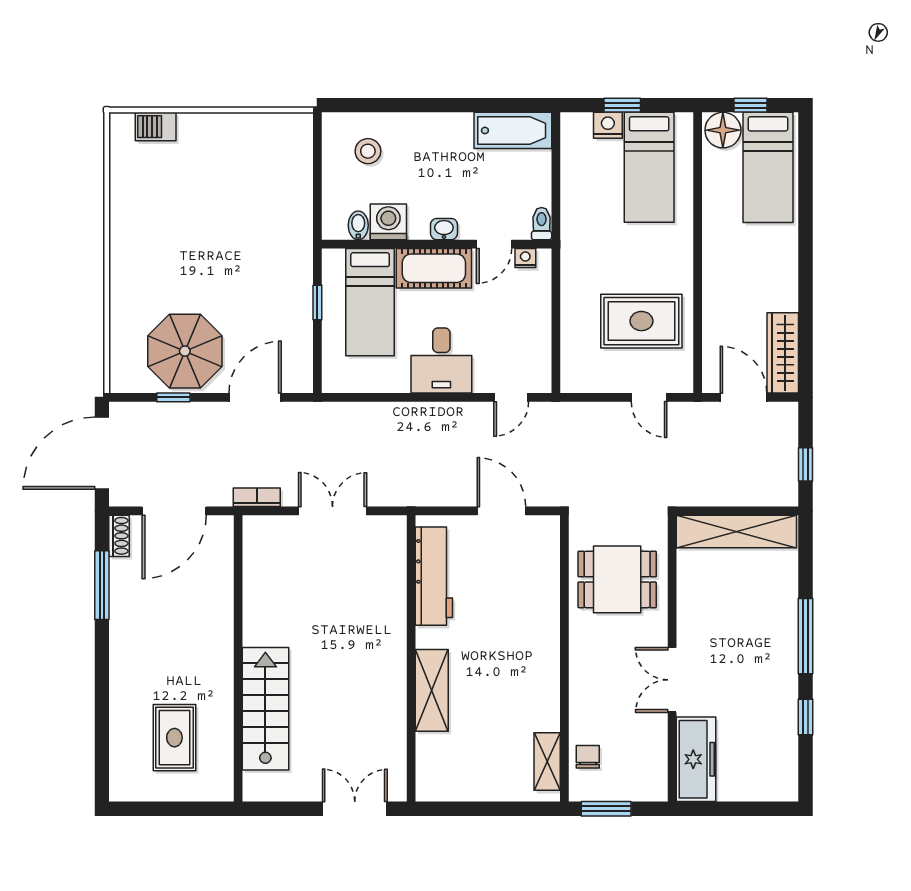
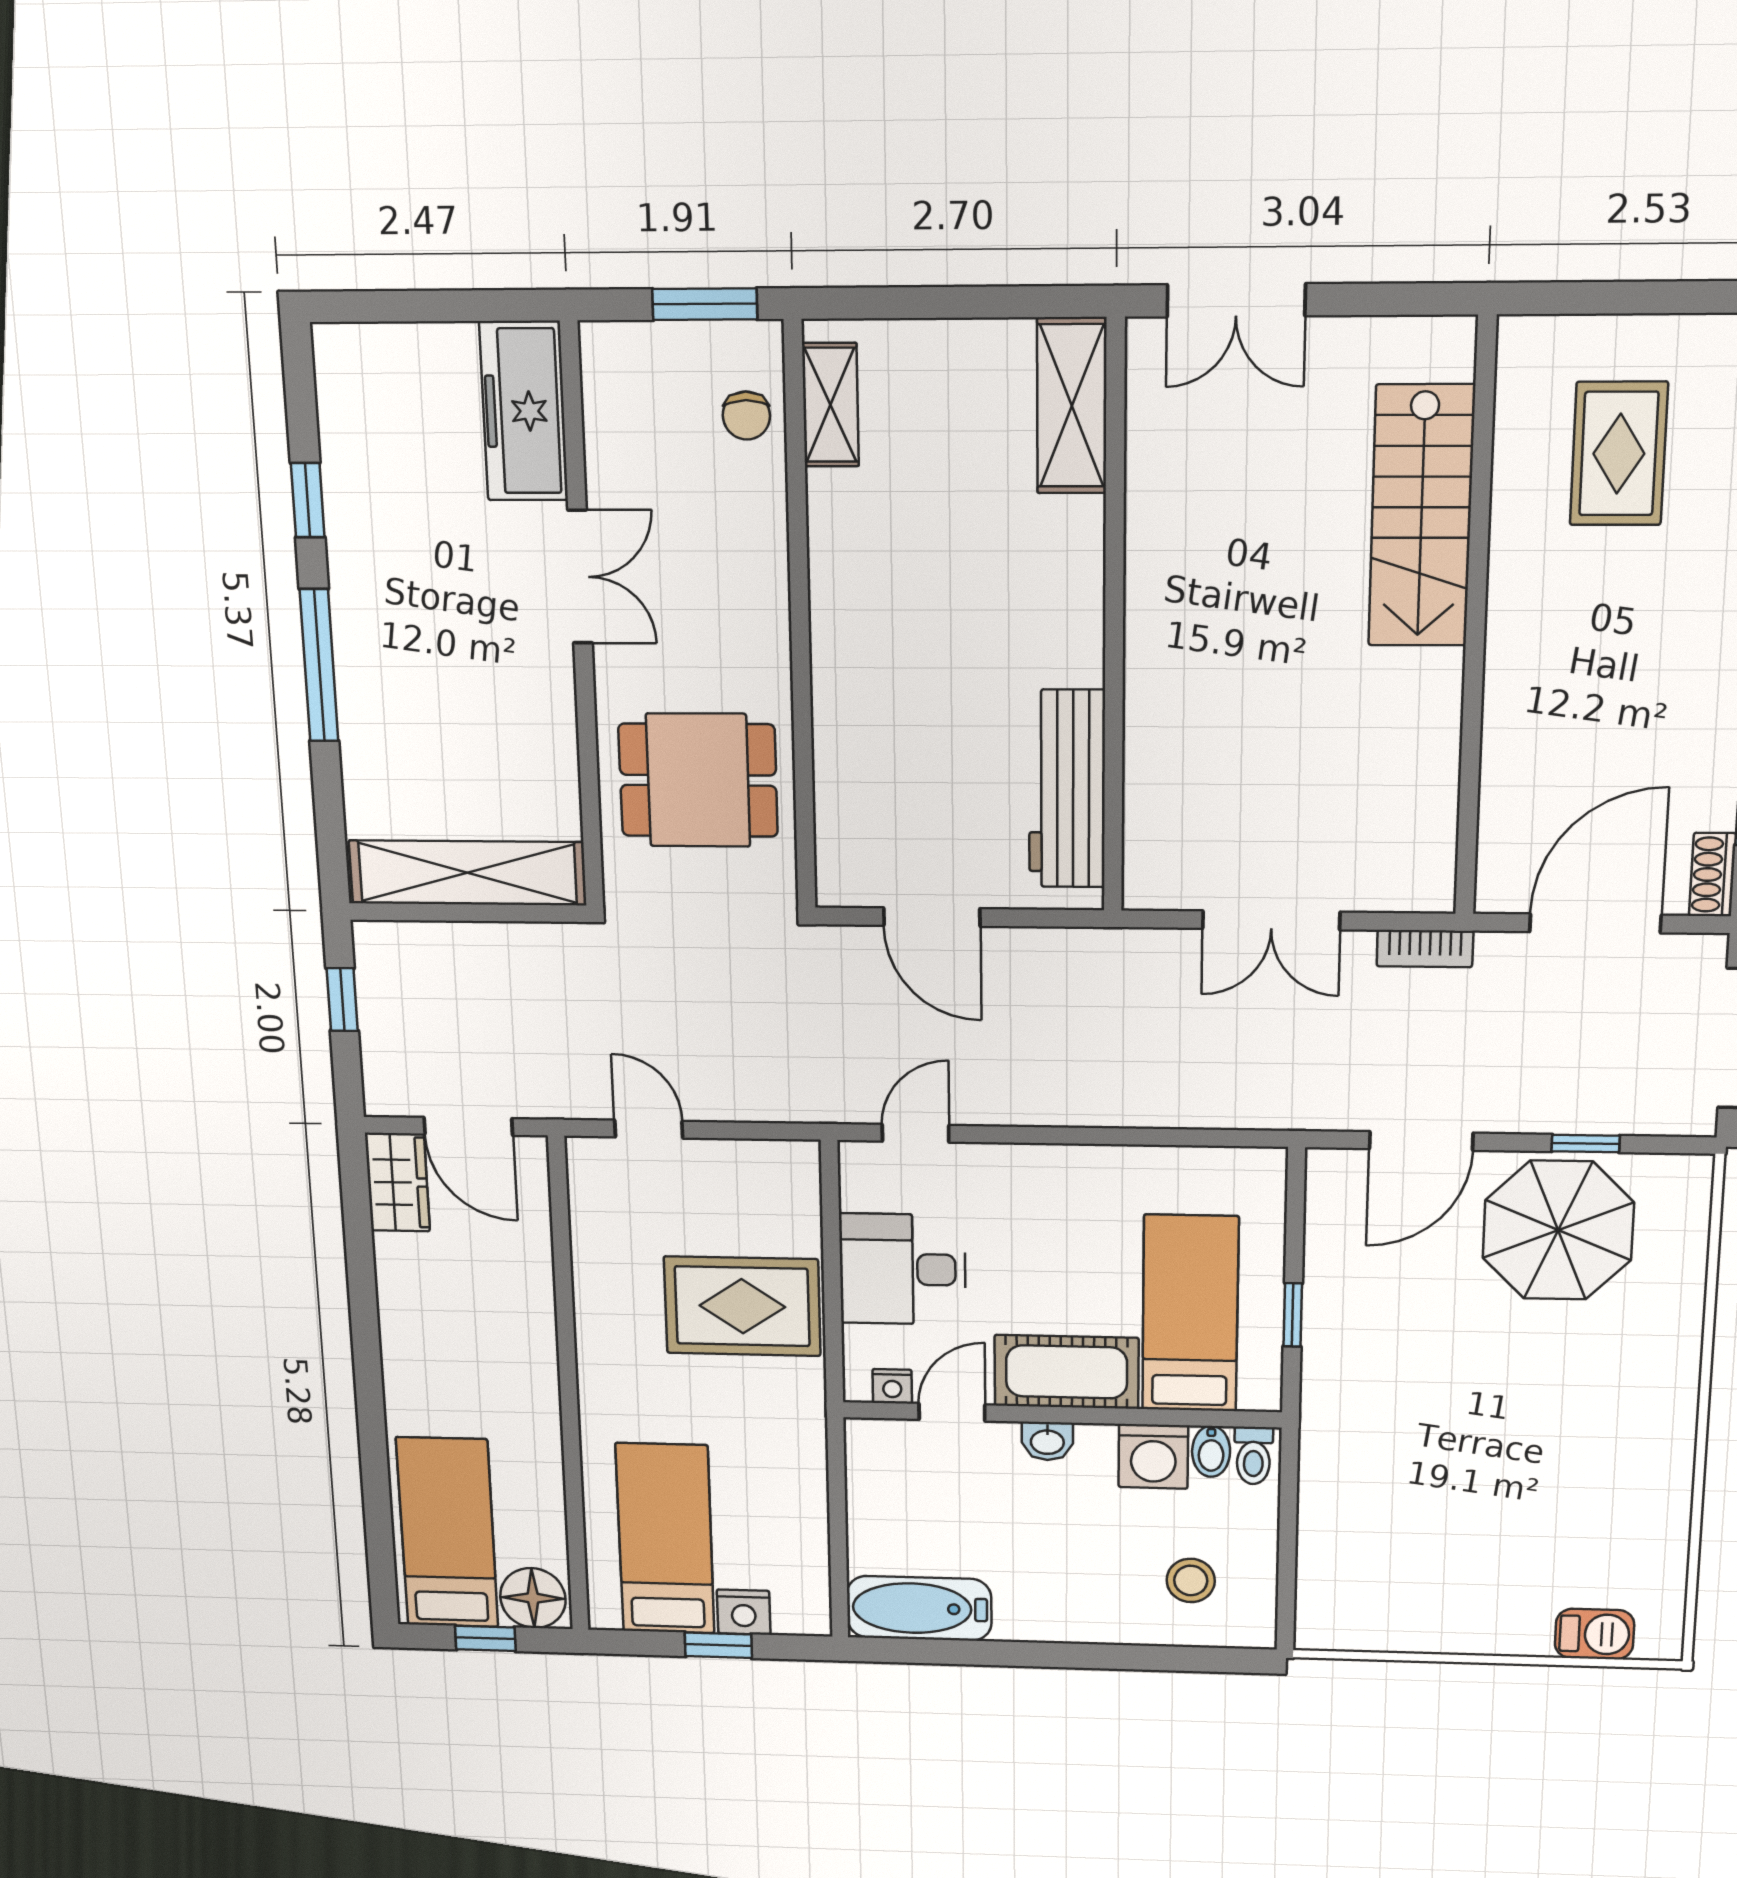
toilet: (542, 224) -> (1253, 1456), moved
rug: (641, 321) -> (742, 1306), moved
wardrobe: (783, 353) -> (397, 1182), width x0.67
desk: (441, 360) -> (903, 1269), moved, turned -90
shelving: (432, 690) -> (1072, 406), moved

